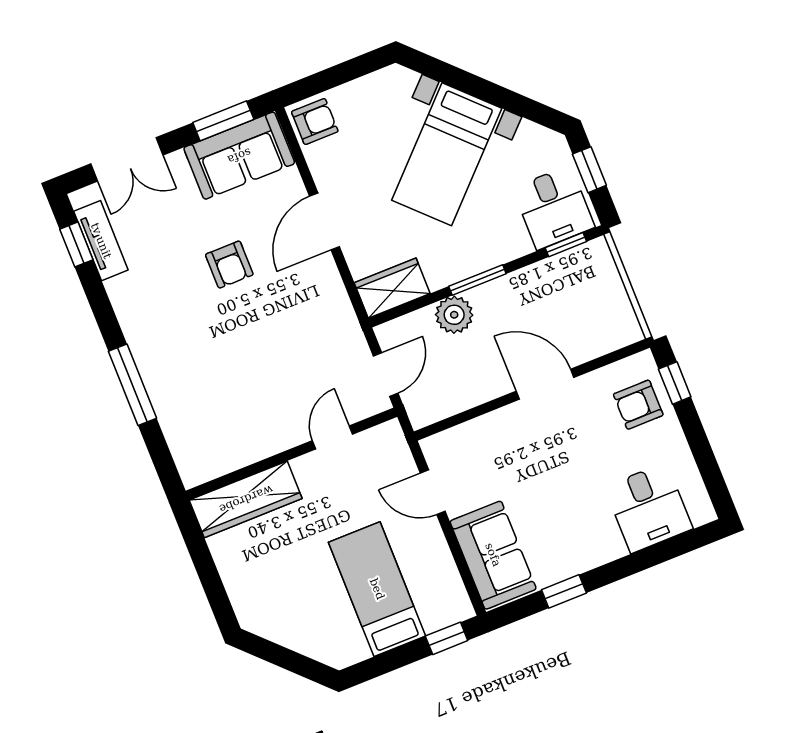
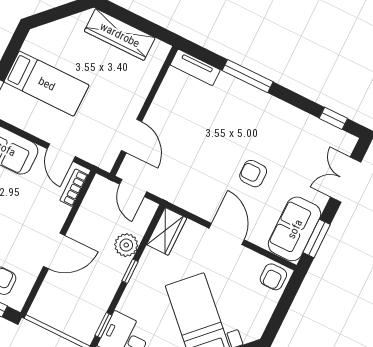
tv unit: (101, 241) -> (195, 67), moved
window: (477, 280) -> (130, 271), width x0.67
door: (332, 437) -> (132, 136), width x1.38
bookcase: (455, 438) -> (74, 188), added
door: (433, 492) -> (61, 153), swing flipped
wardrobe: (246, 499) -> (120, 35), moved, turned -90

